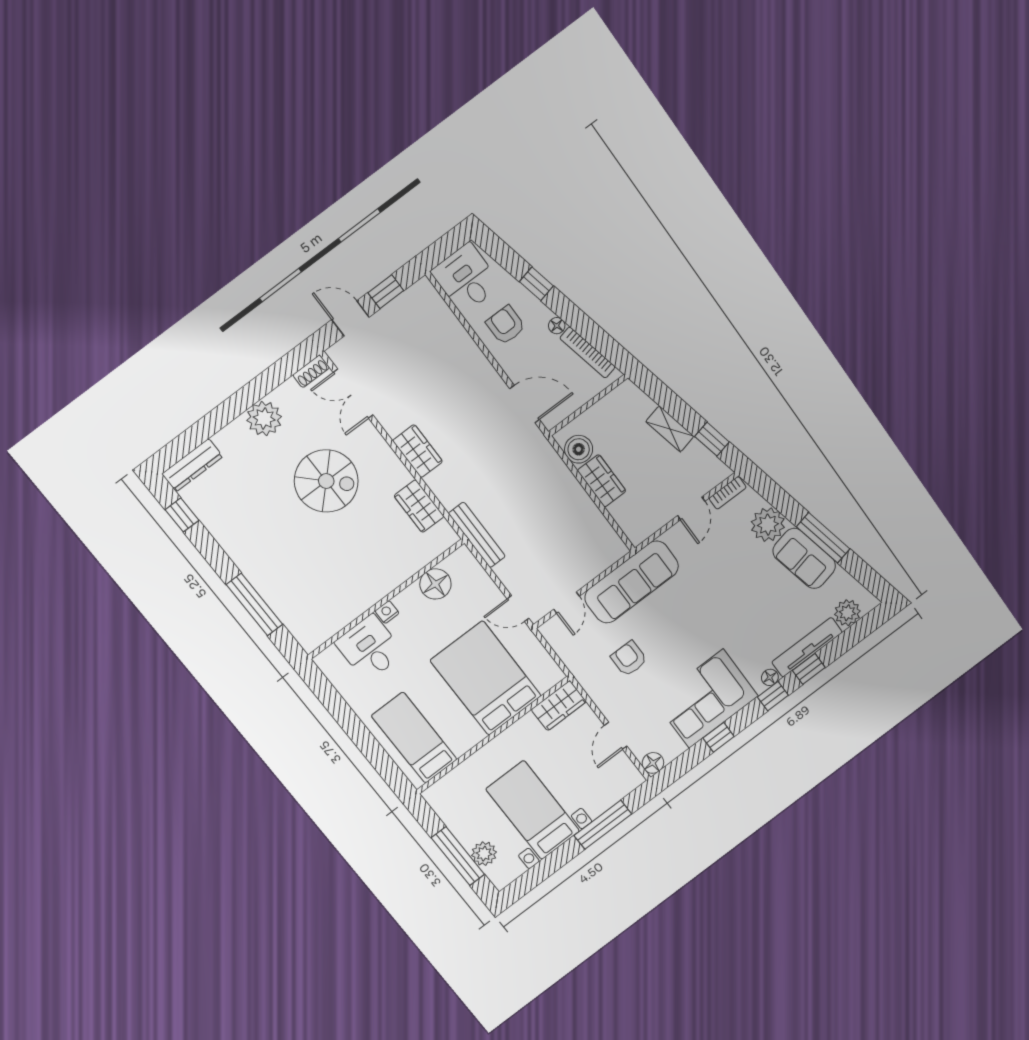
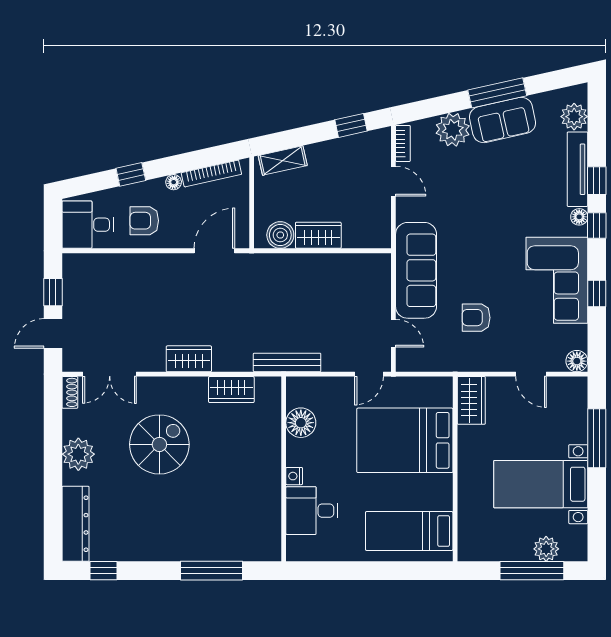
shelving: (670, 429) -> (283, 161), moved
dresser: (192, 465) -> (75, 524), width x1.37, depth x1.24

